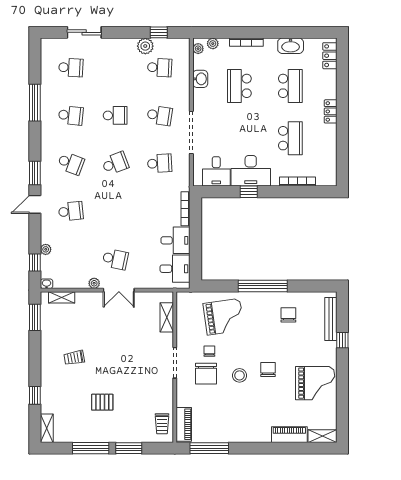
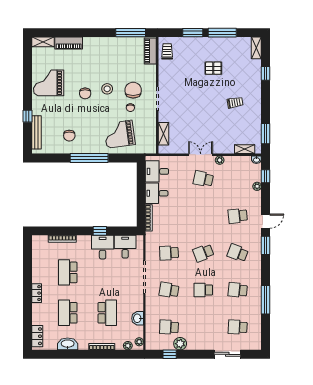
desk: (251, 171) -> (103, 247), width x0.73

